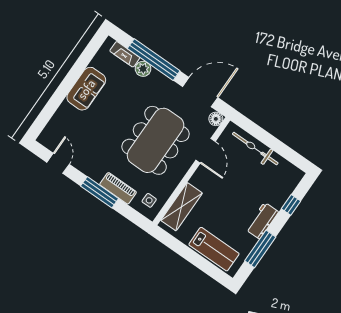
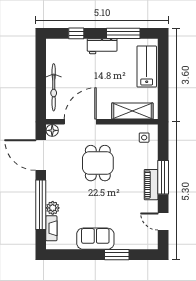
window: (57, 98) -> (117, 255), added
dining table: (156, 140) -> (98, 163), width x0.53, depth x0.80
door: (206, 151) -> (80, 122), width x1.36
door: (58, 163) -> (163, 222), hinge flipped
piano: (118, 188) -> (151, 185), moved

